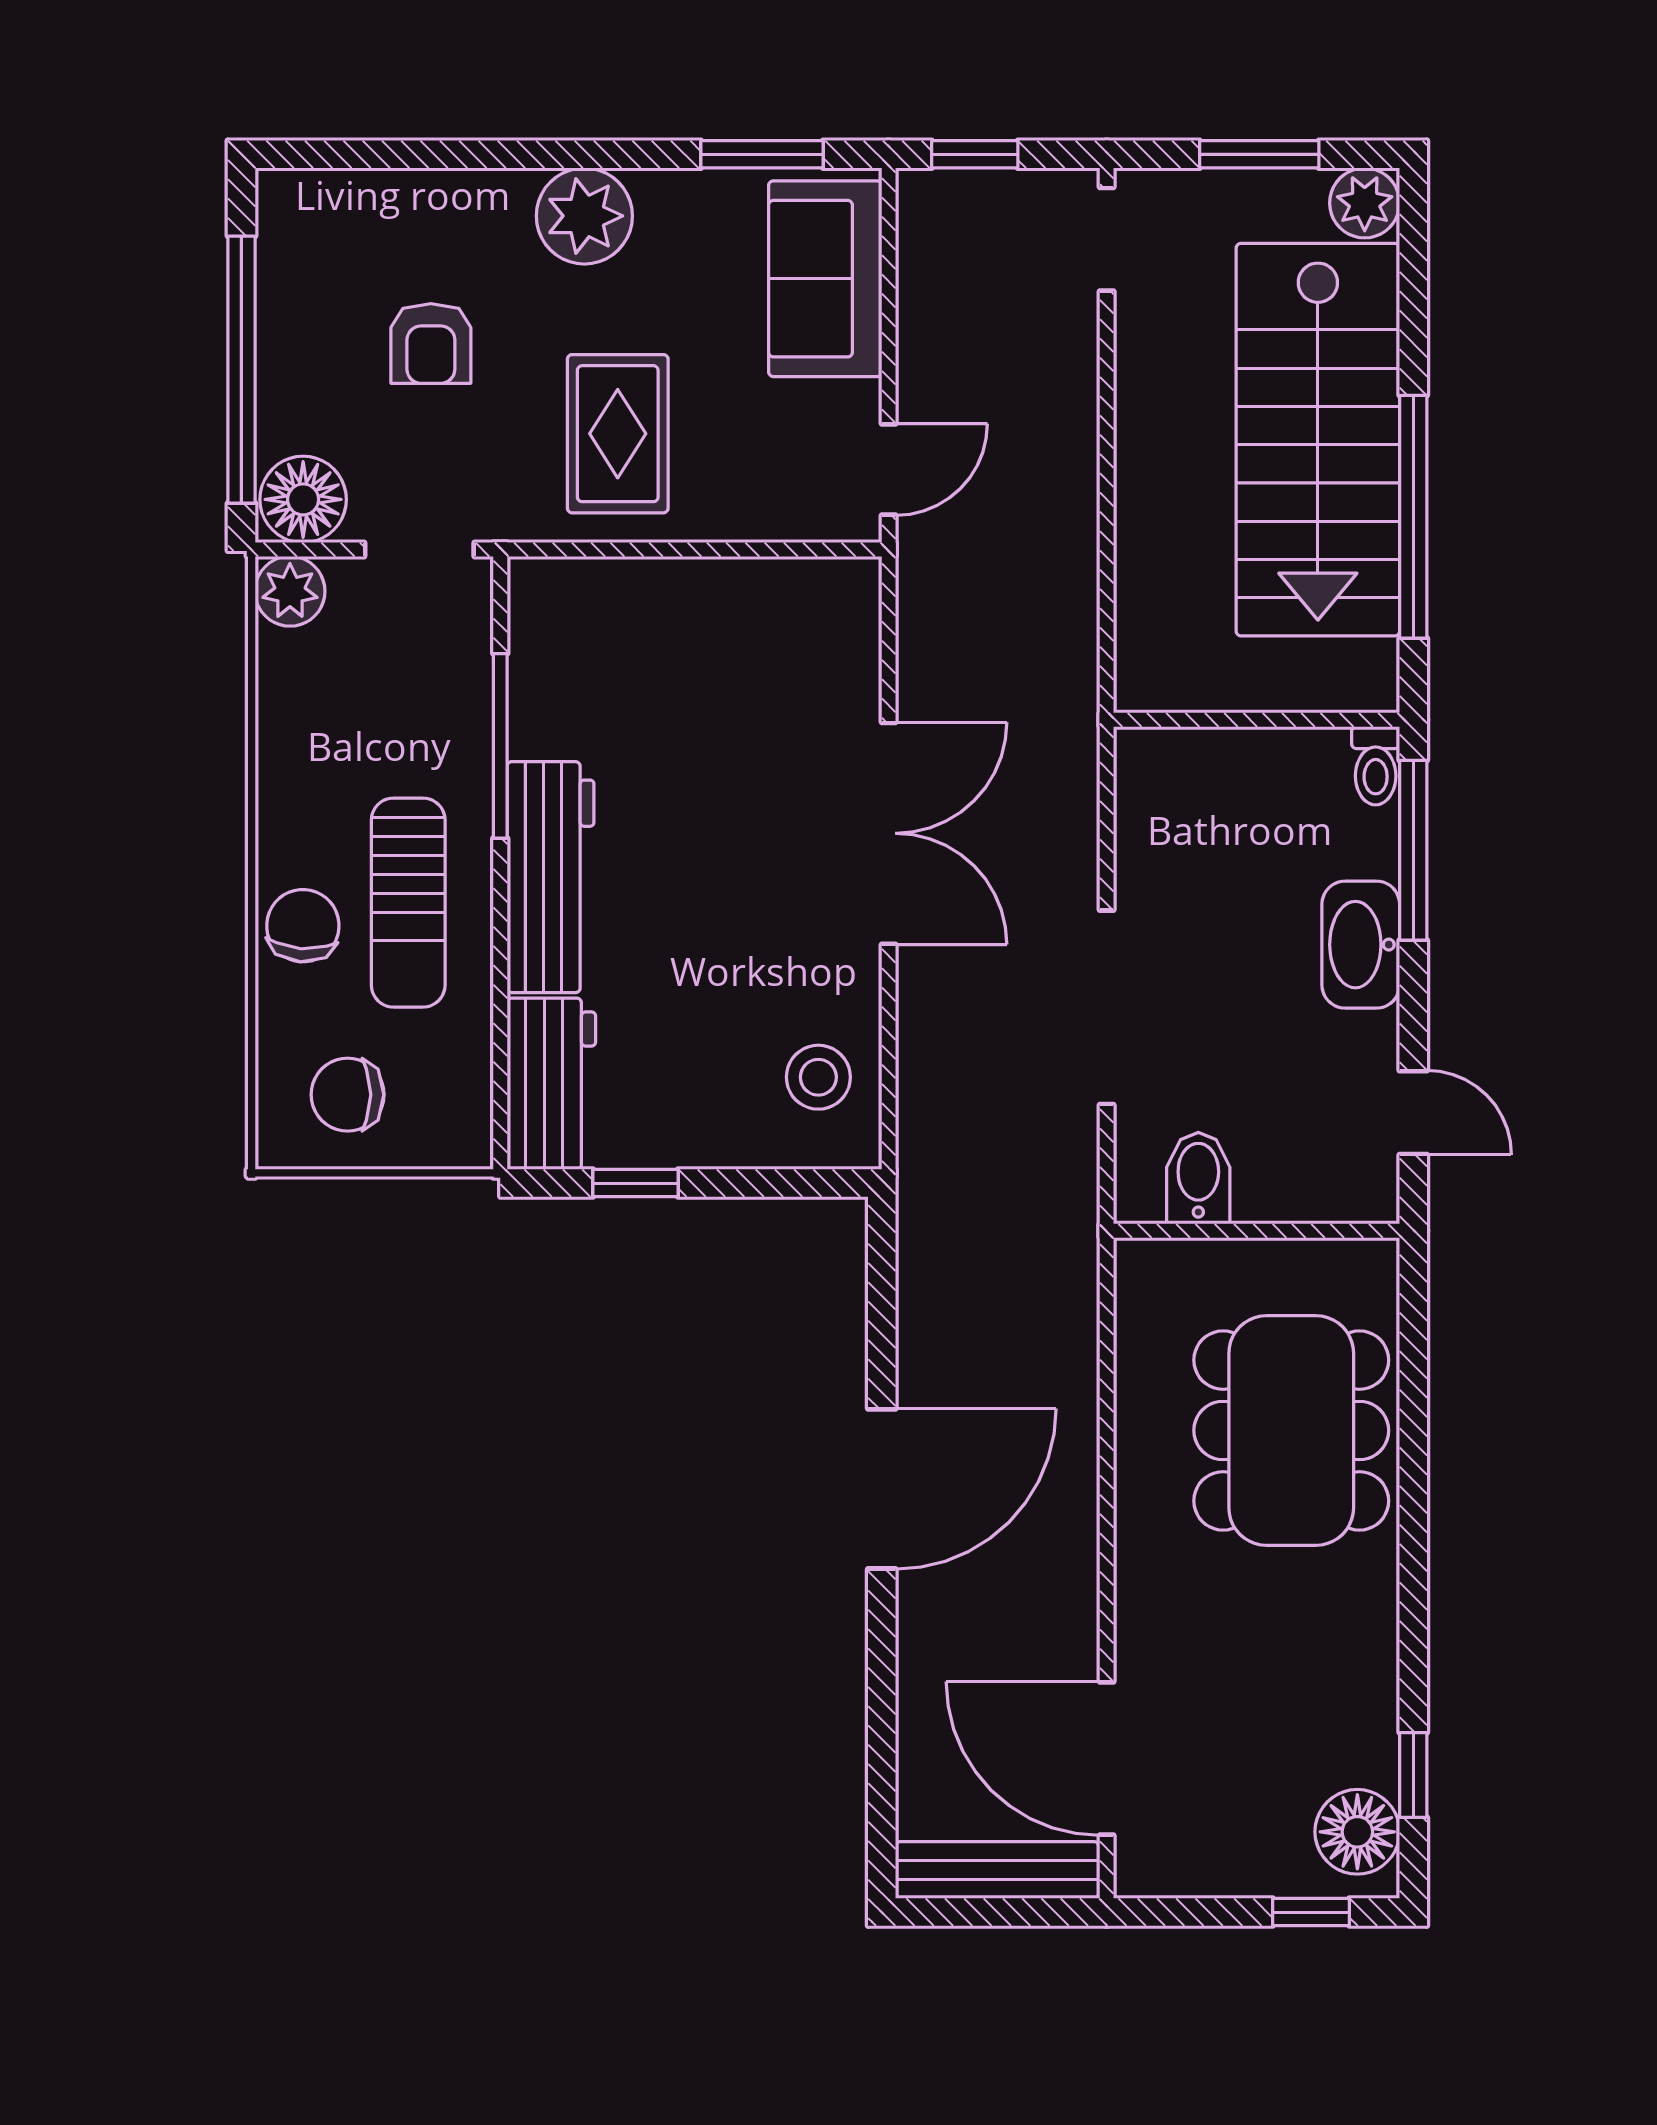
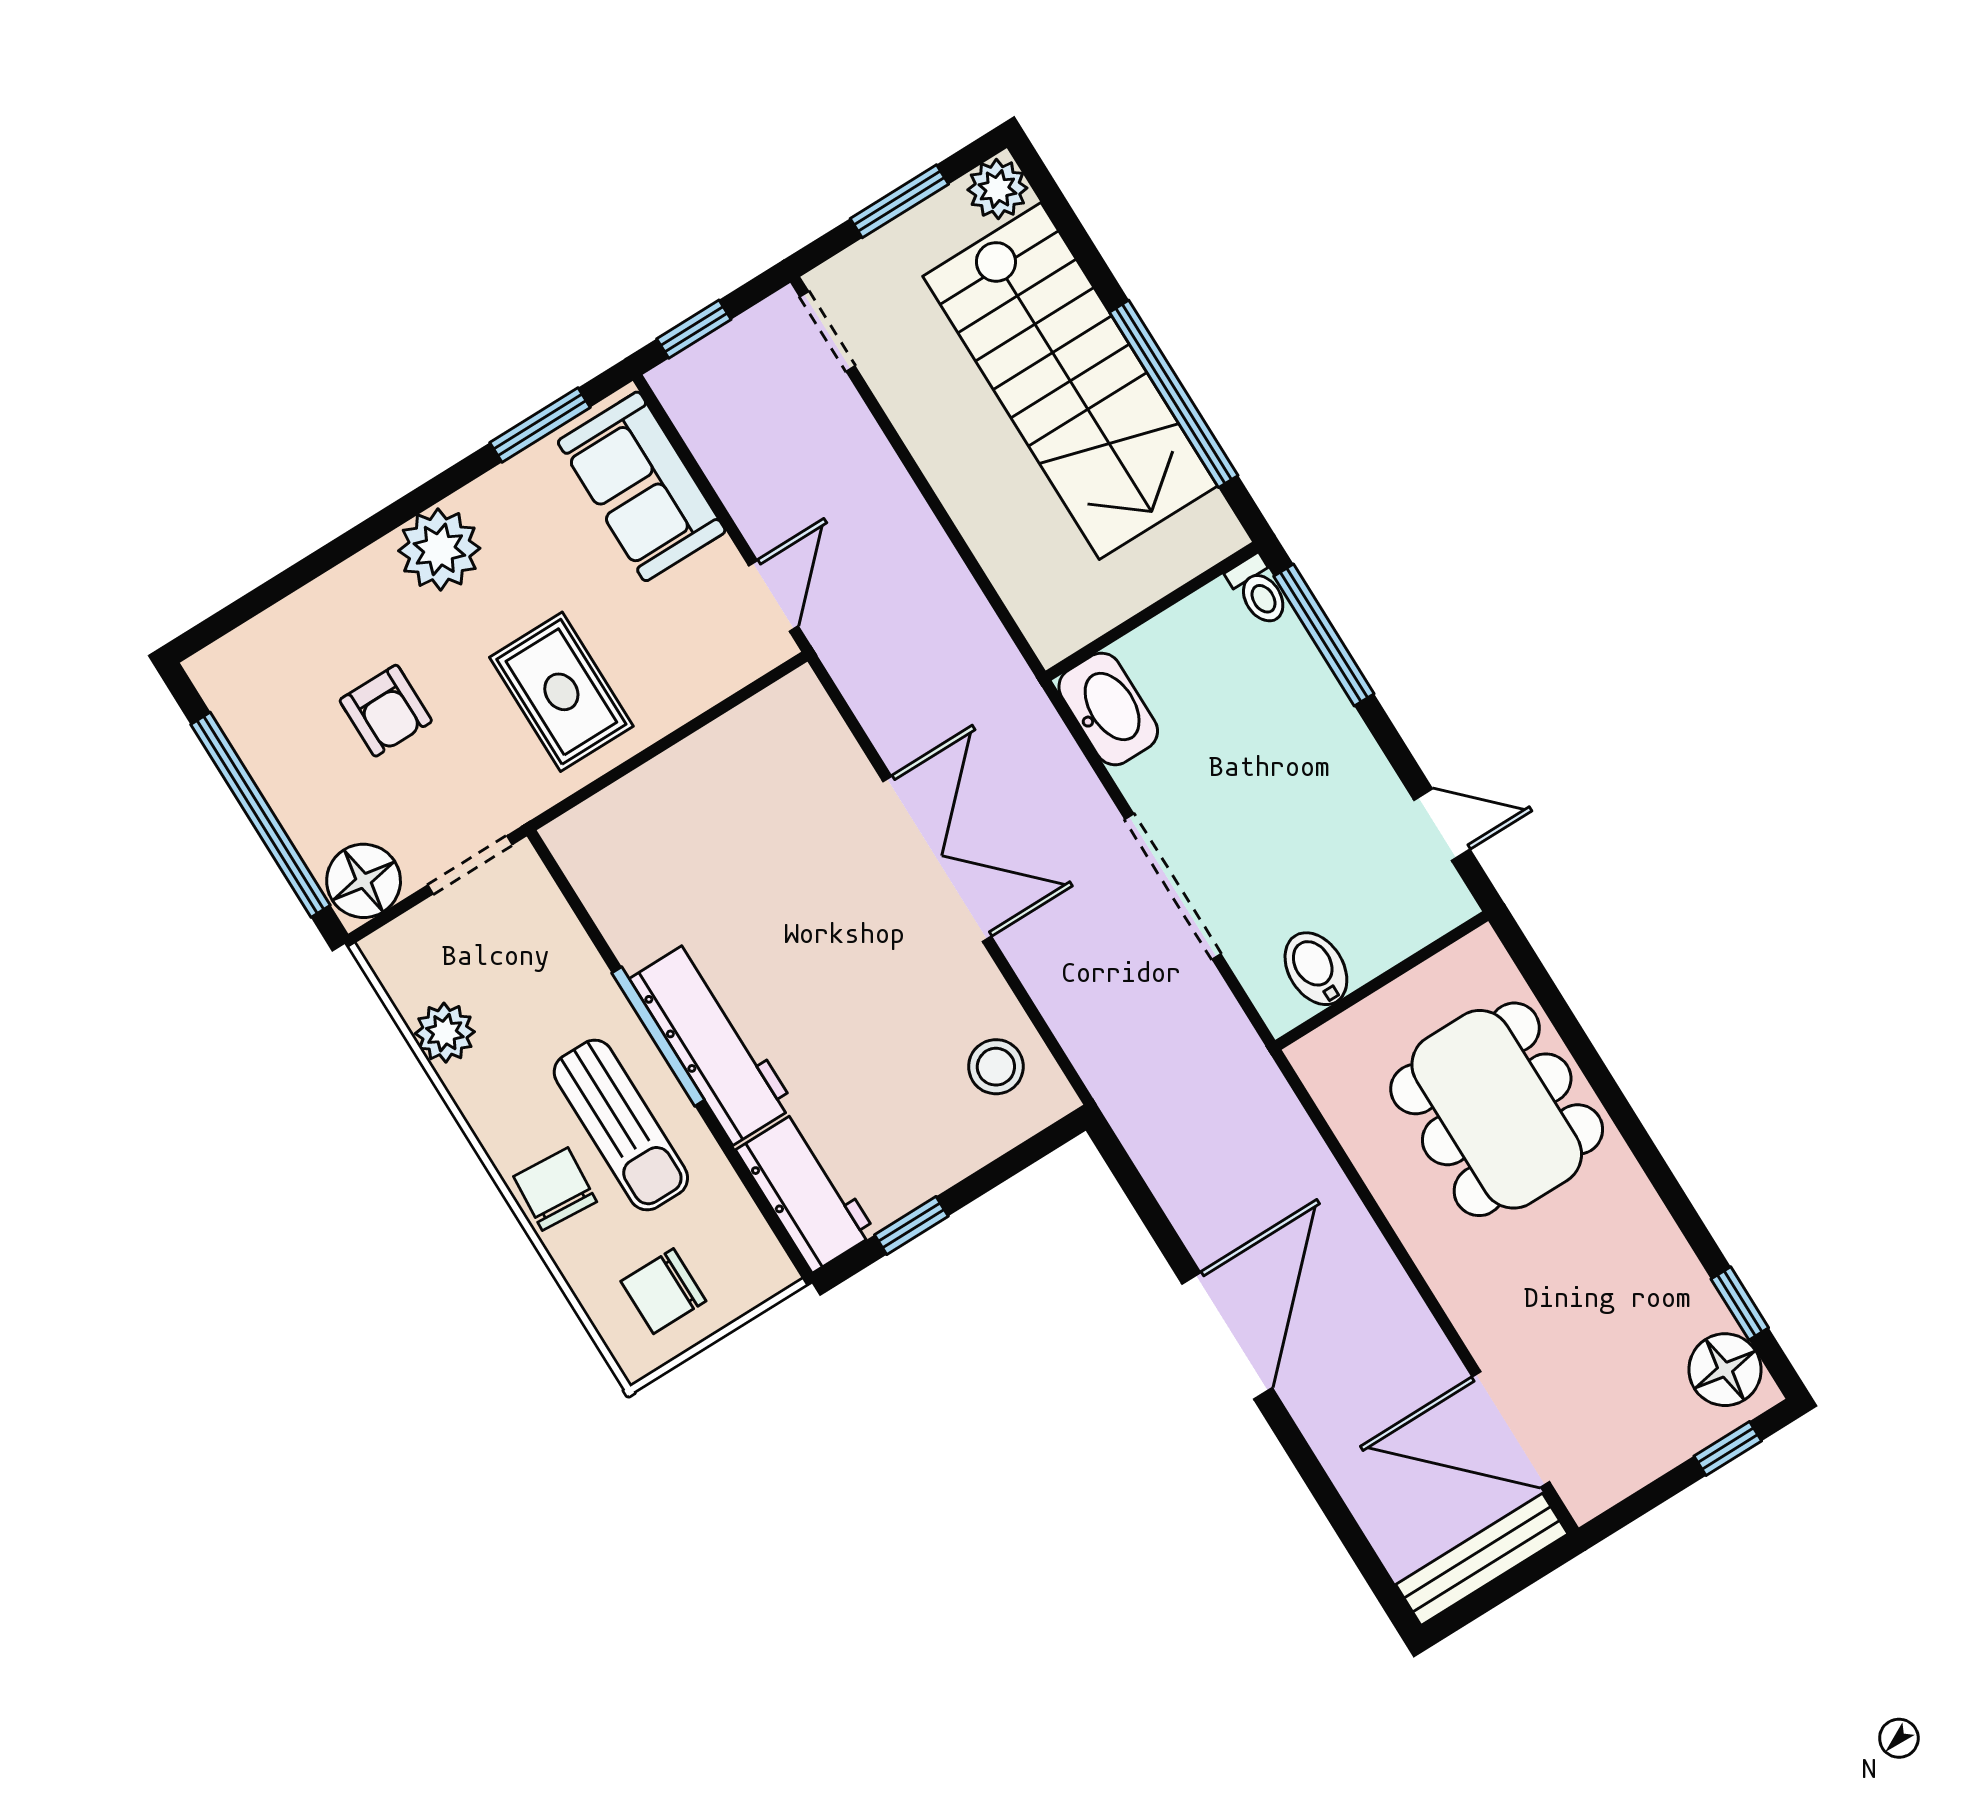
plant: (290, 591) -> (445, 1033), moved
window: (500, 746) -> (658, 1037), moved
washbasin: (1361, 945) -> (1108, 709), moved, turned 180

